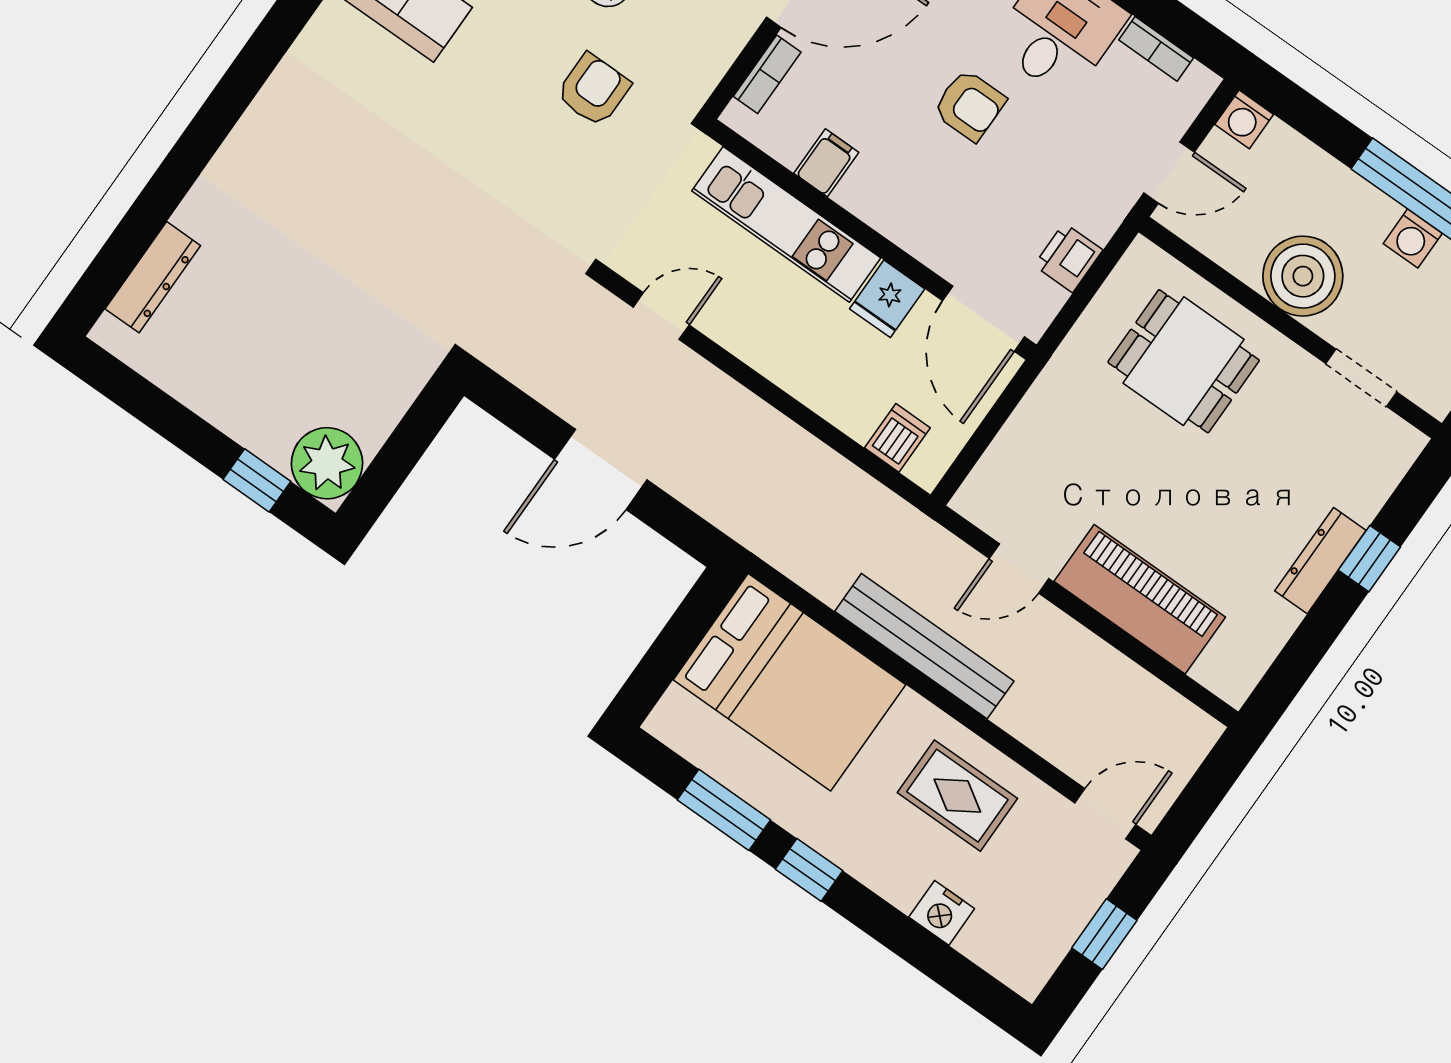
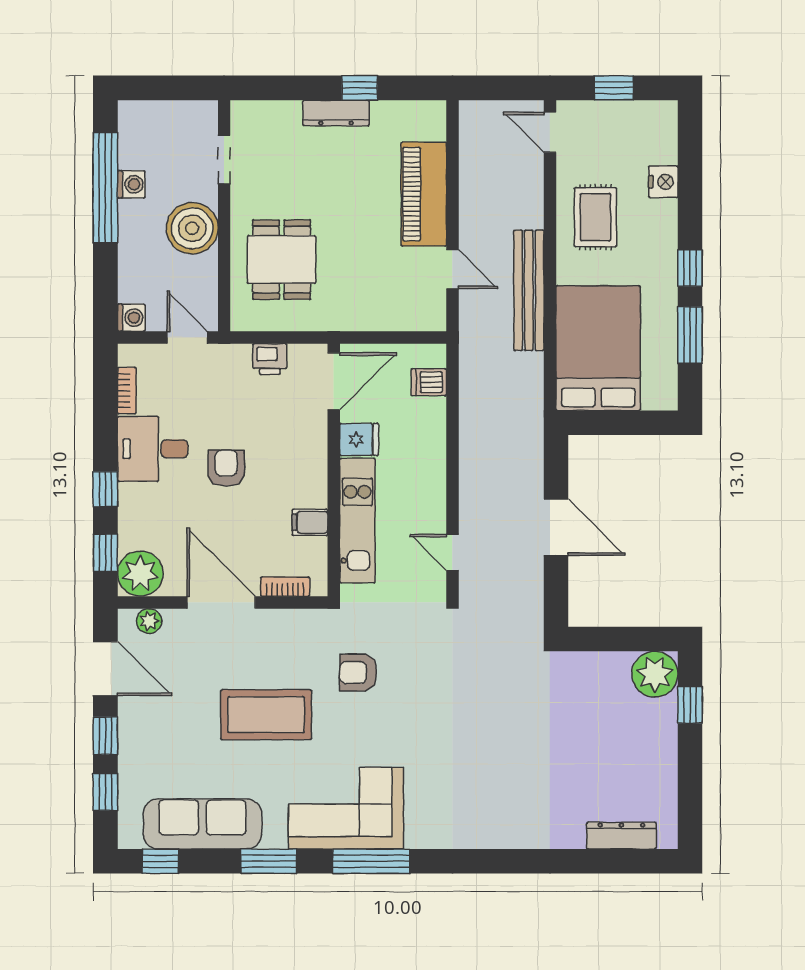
window: (1369, 559) -> (360, 88), moved

